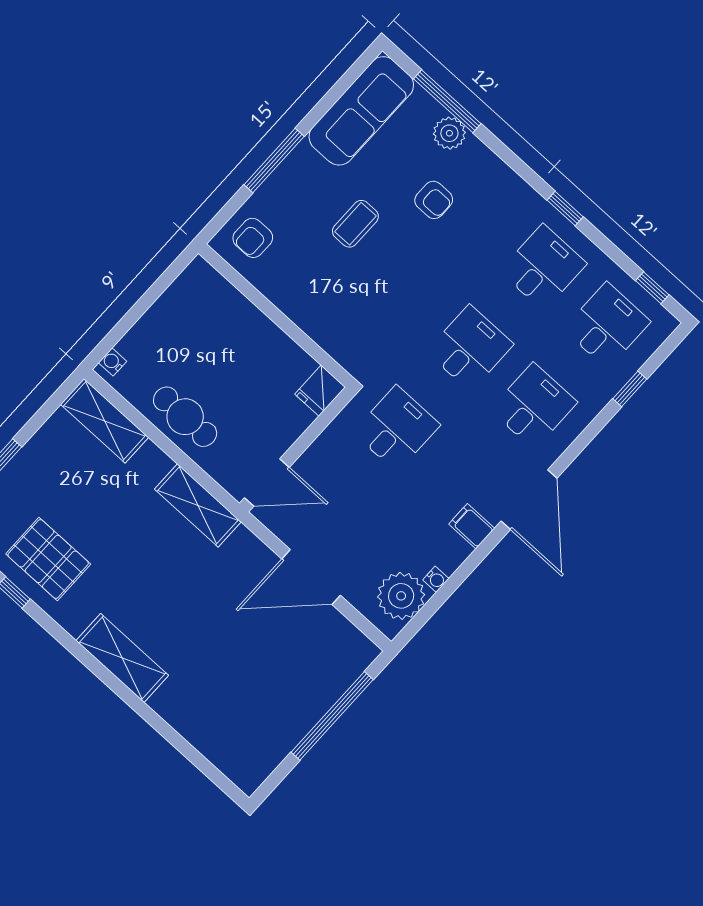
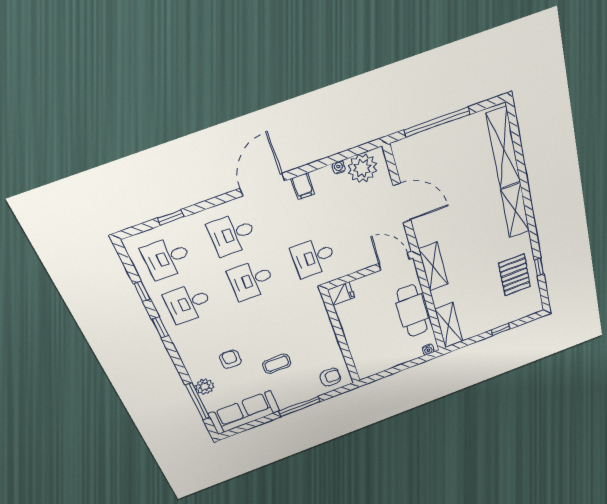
window: (652, 288) -> (142, 291), moved
cafe table: (185, 417) -> (412, 311), width x1.37, depth x1.35
shelving: (207, 736) -> (503, 148), added

